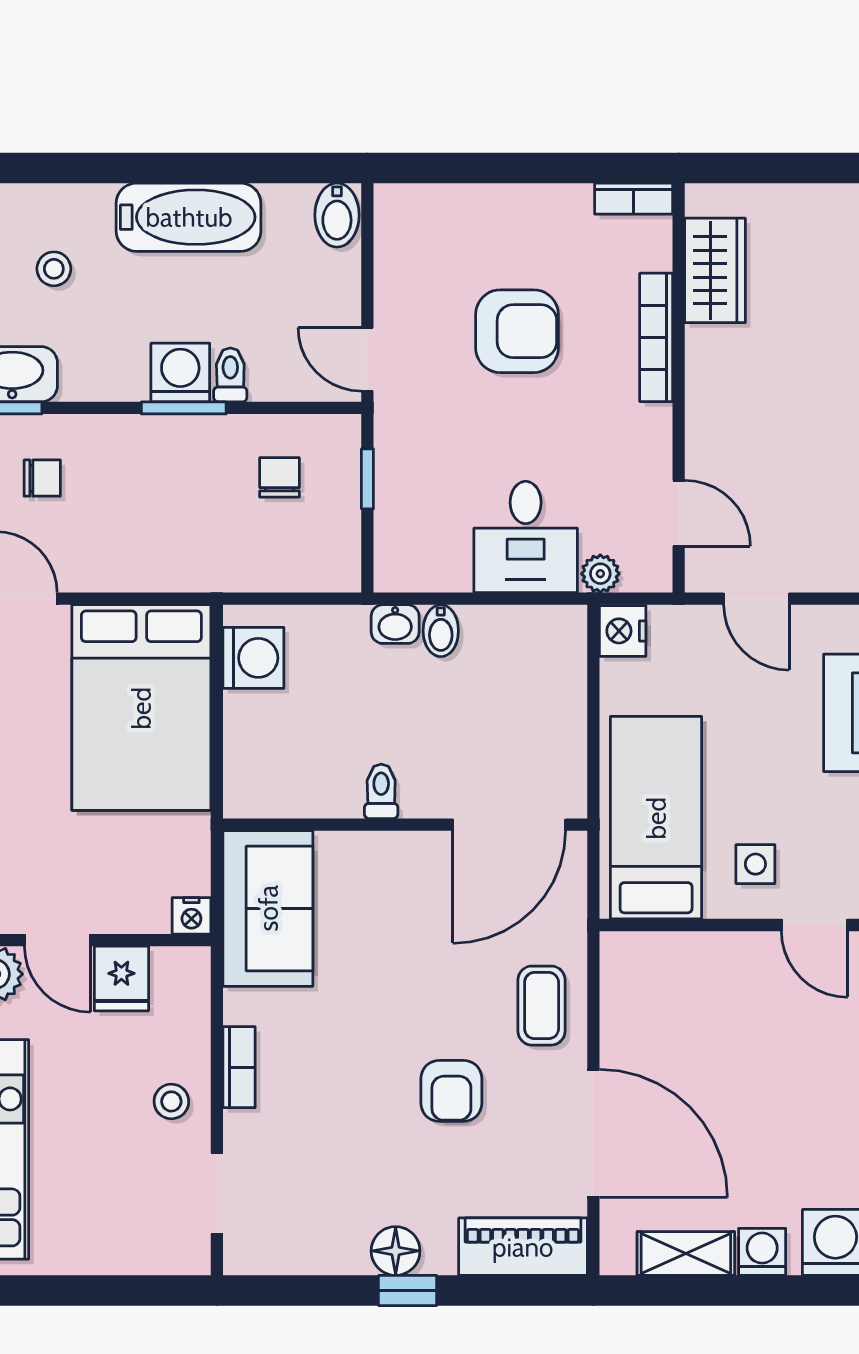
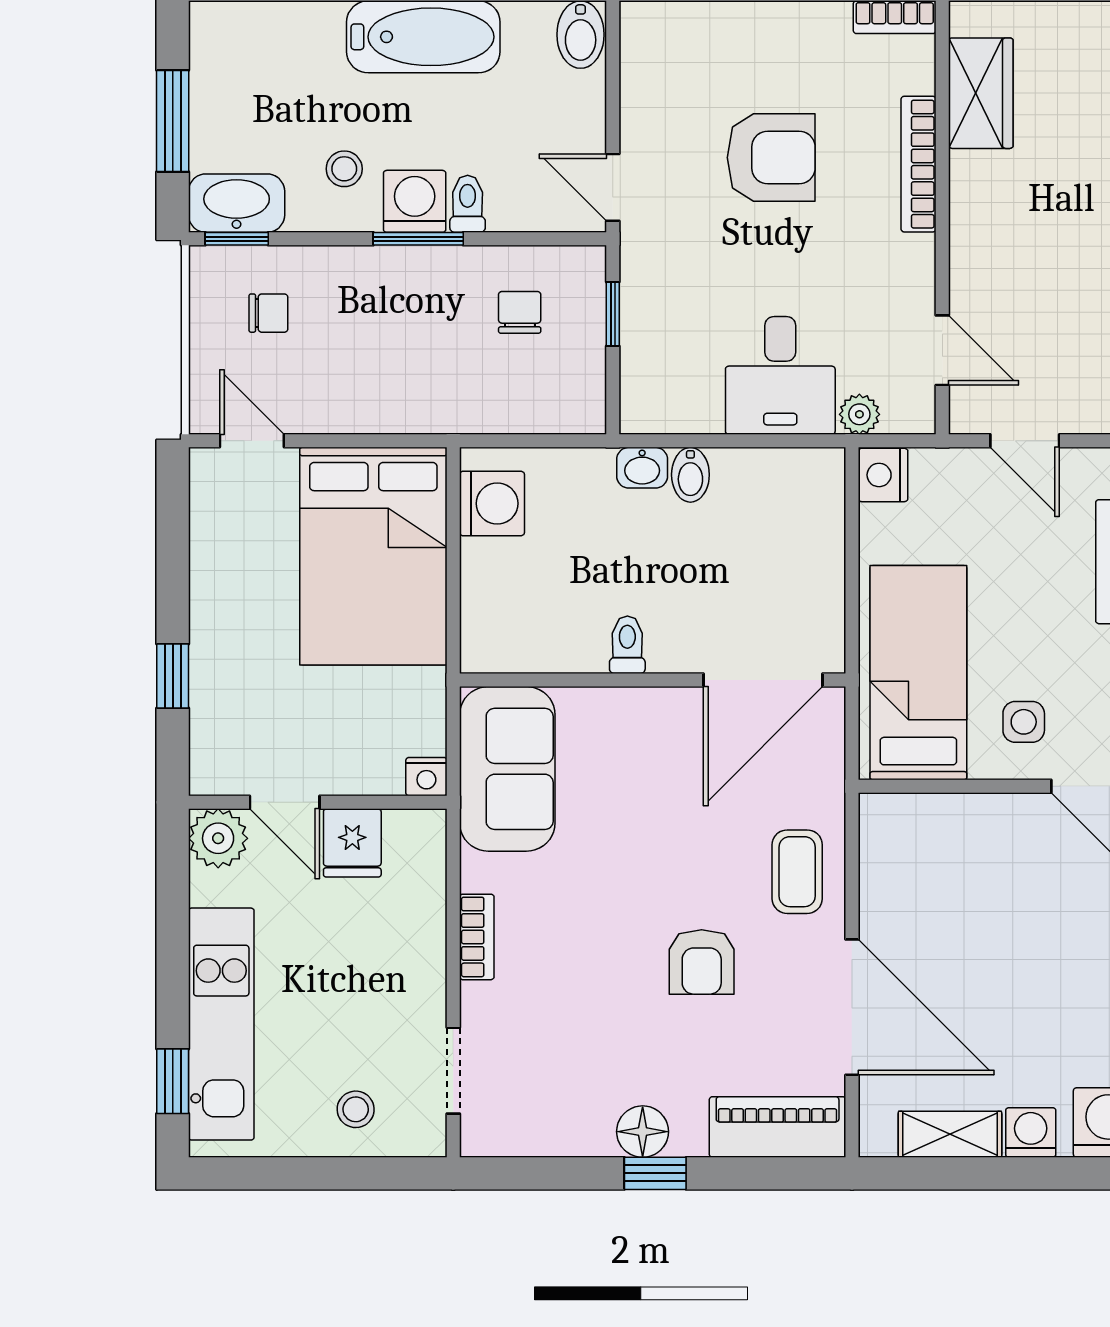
stool: (54, 269) -> (344, 169), moved
stool: (171, 1101) -> (356, 1109), moved

